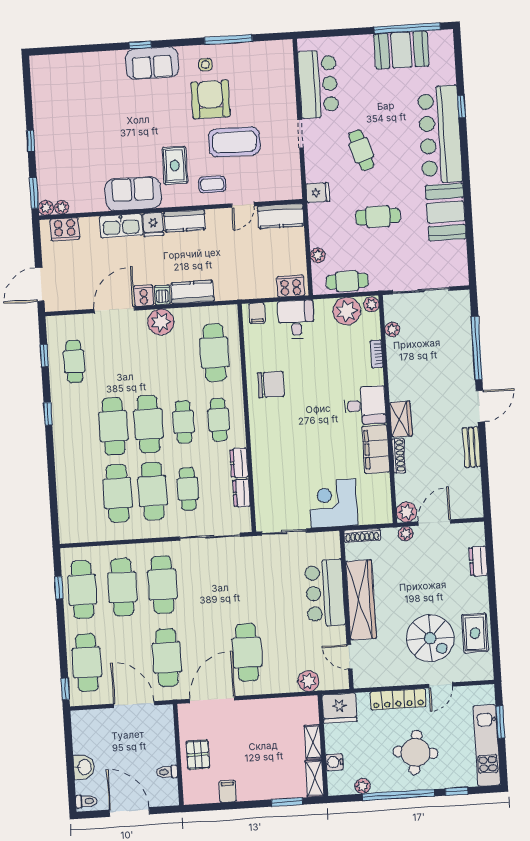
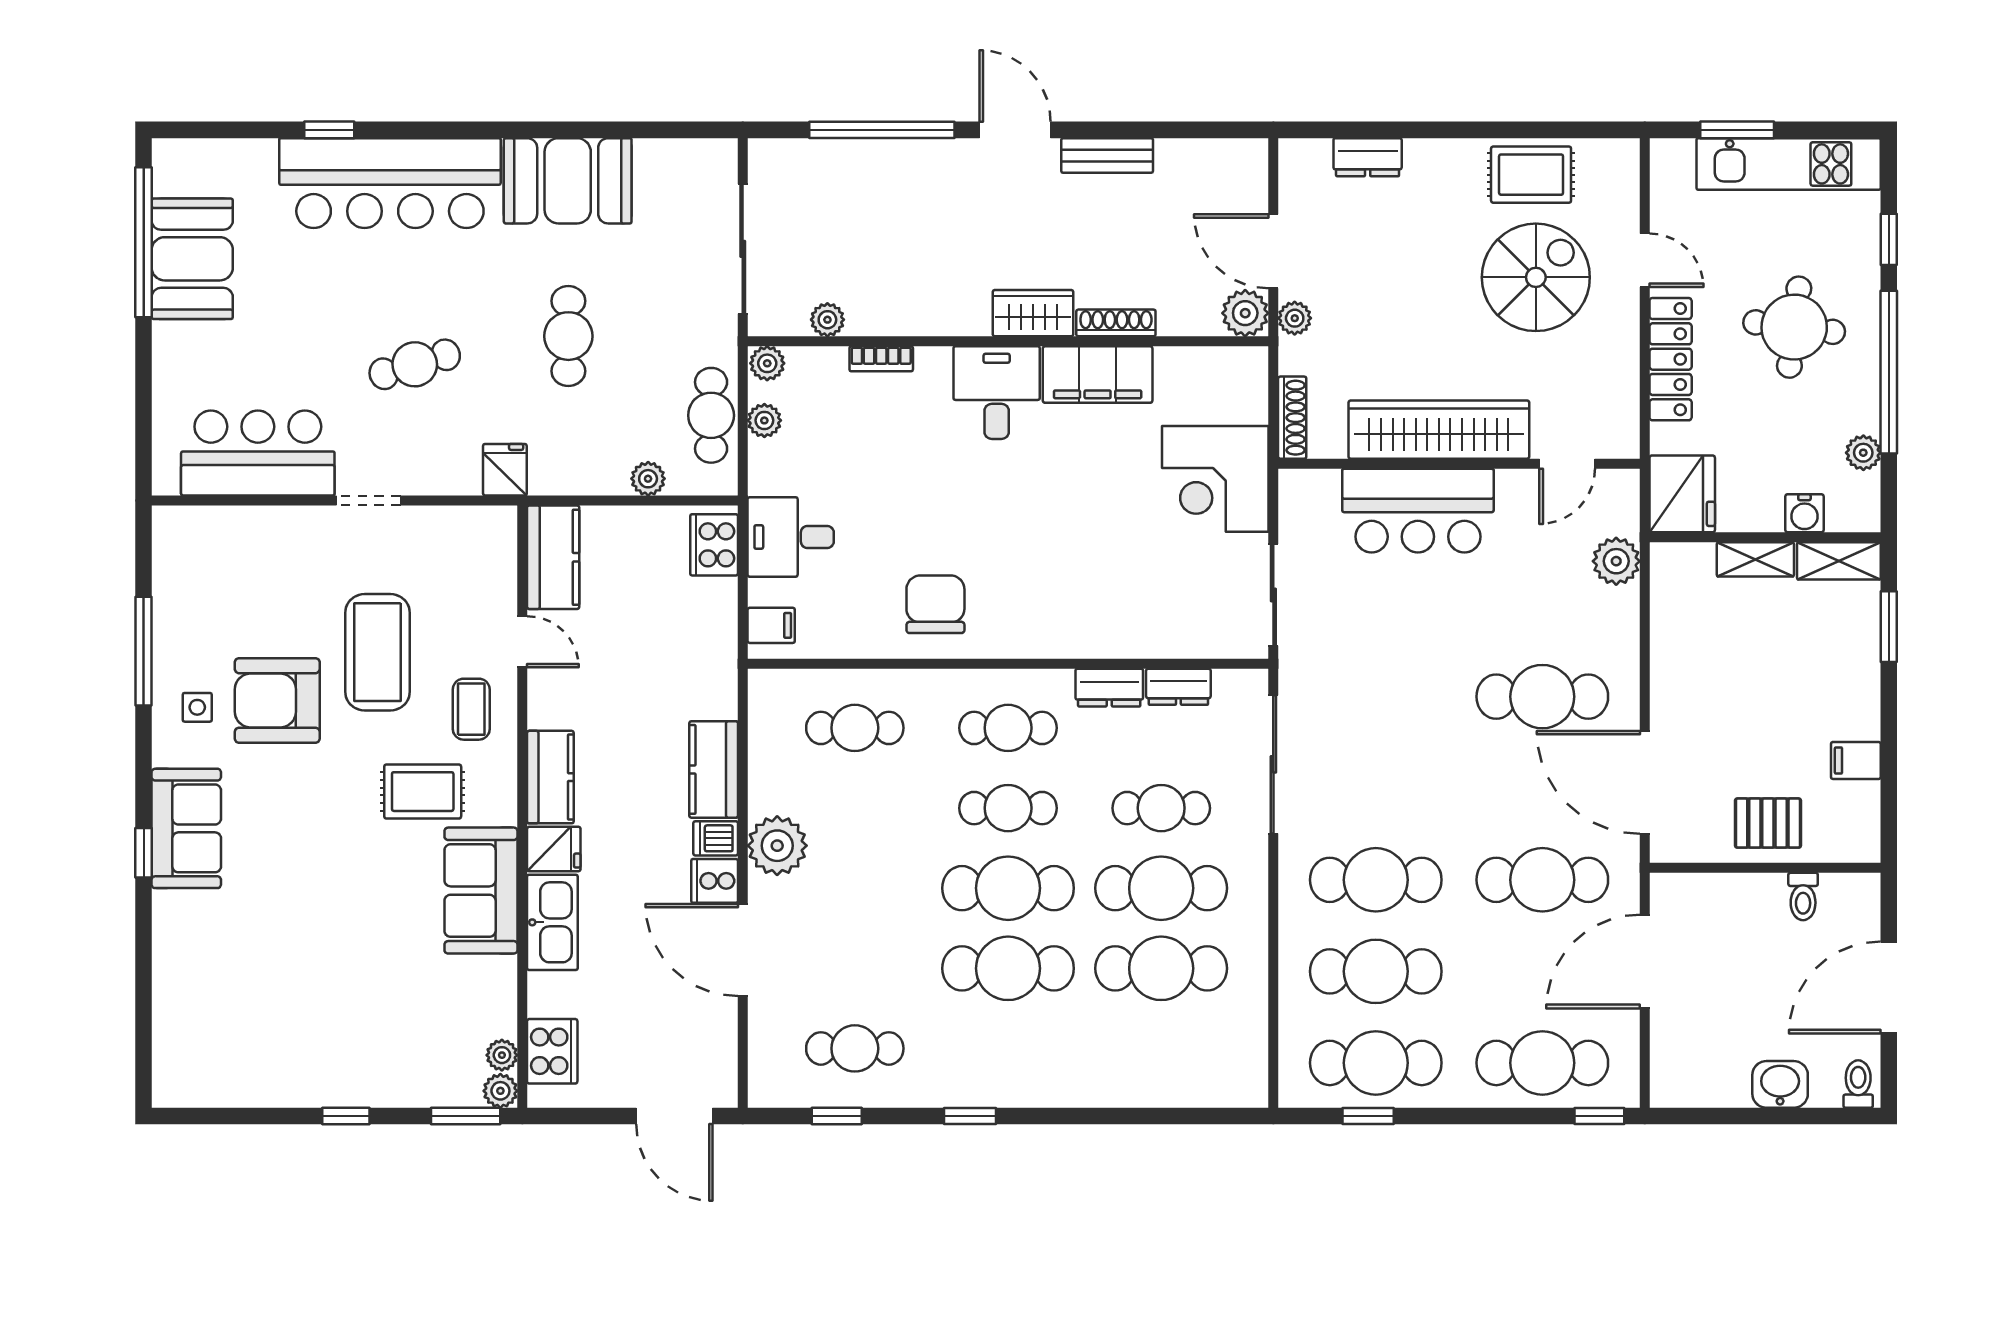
plant: (347, 311) -> (764, 420), width x0.53, depth x0.53
cafe table: (214, 353) -> (855, 728), width x0.73, depth x0.74

